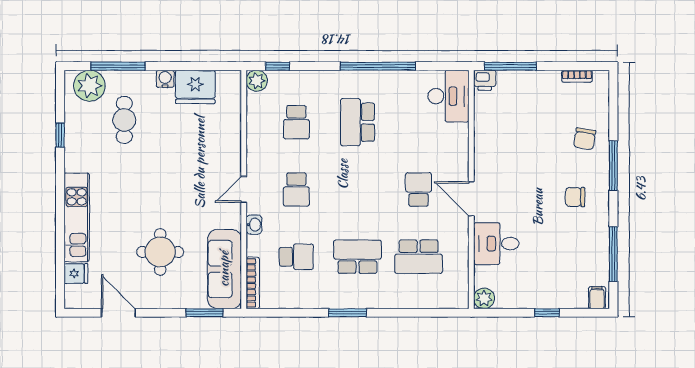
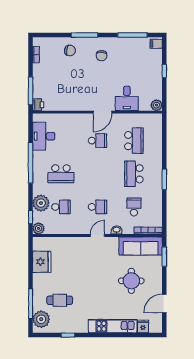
water cooler: (165, 79) -> (37, 278), removed
plant: (303, 85) -> (41, 203), added
desk: (448, 96) -> (44, 136), moved, turned -90
door: (244, 189) -> (97, 235), swing flipped
school desk: (419, 189) -> (97, 141), turned 180

